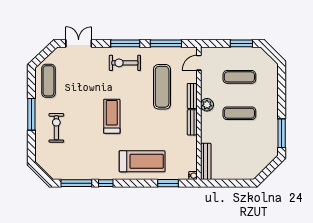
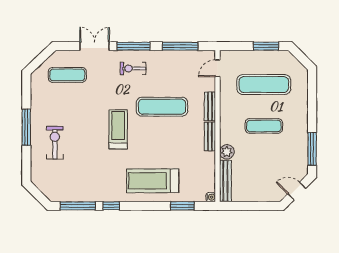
double door: (79, 43) -> (95, 46), moved
exercise bike: (125, 63) -> (133, 68), width x0.73, depth x0.72
exercise mat: (239, 77) -> (264, 85), width x1.36, depth x1.45
exercise mat: (48, 81) -> (67, 75), moved, turned 90
exercise mat: (162, 87) -> (162, 107), moved, turned 90
plant: (207, 105) -> (227, 152), moved
treadmill: (142, 161) -> (153, 181), turned 180
door: (268, 170) -> (297, 191), added

